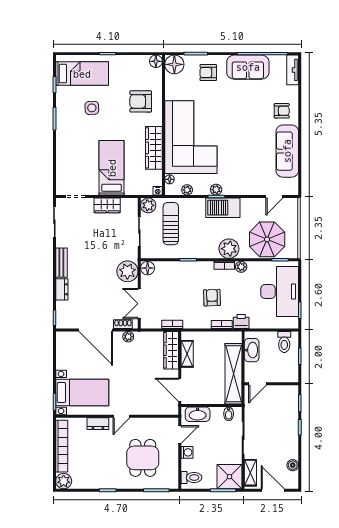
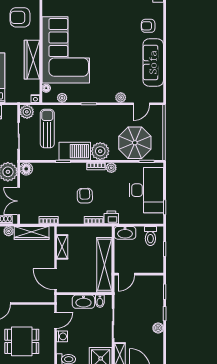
armchair: (282, 111) -> (148, 26), turned 180
plant: (216, 190) -> (121, 98), moved
barbecue: (223, 208) -> (75, 151), moved, turned 180
wardrobe: (171, 350) -> (32, 233), moved, turned -90
washbasin: (252, 350) -> (125, 233), moved, turned 90
washbasin: (198, 414) -> (83, 302), moved
dining table: (143, 458) -> (22, 341), turned 90
boiler: (293, 465) -> (158, 328), moved

